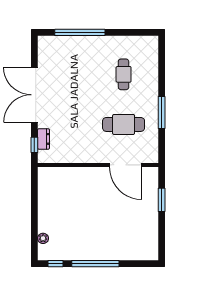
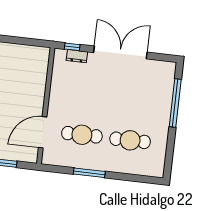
cafe table: (124, 74) -> (130, 140), width x1.37, depth x1.35
cafe table: (124, 124) -> (82, 135), turned 90

